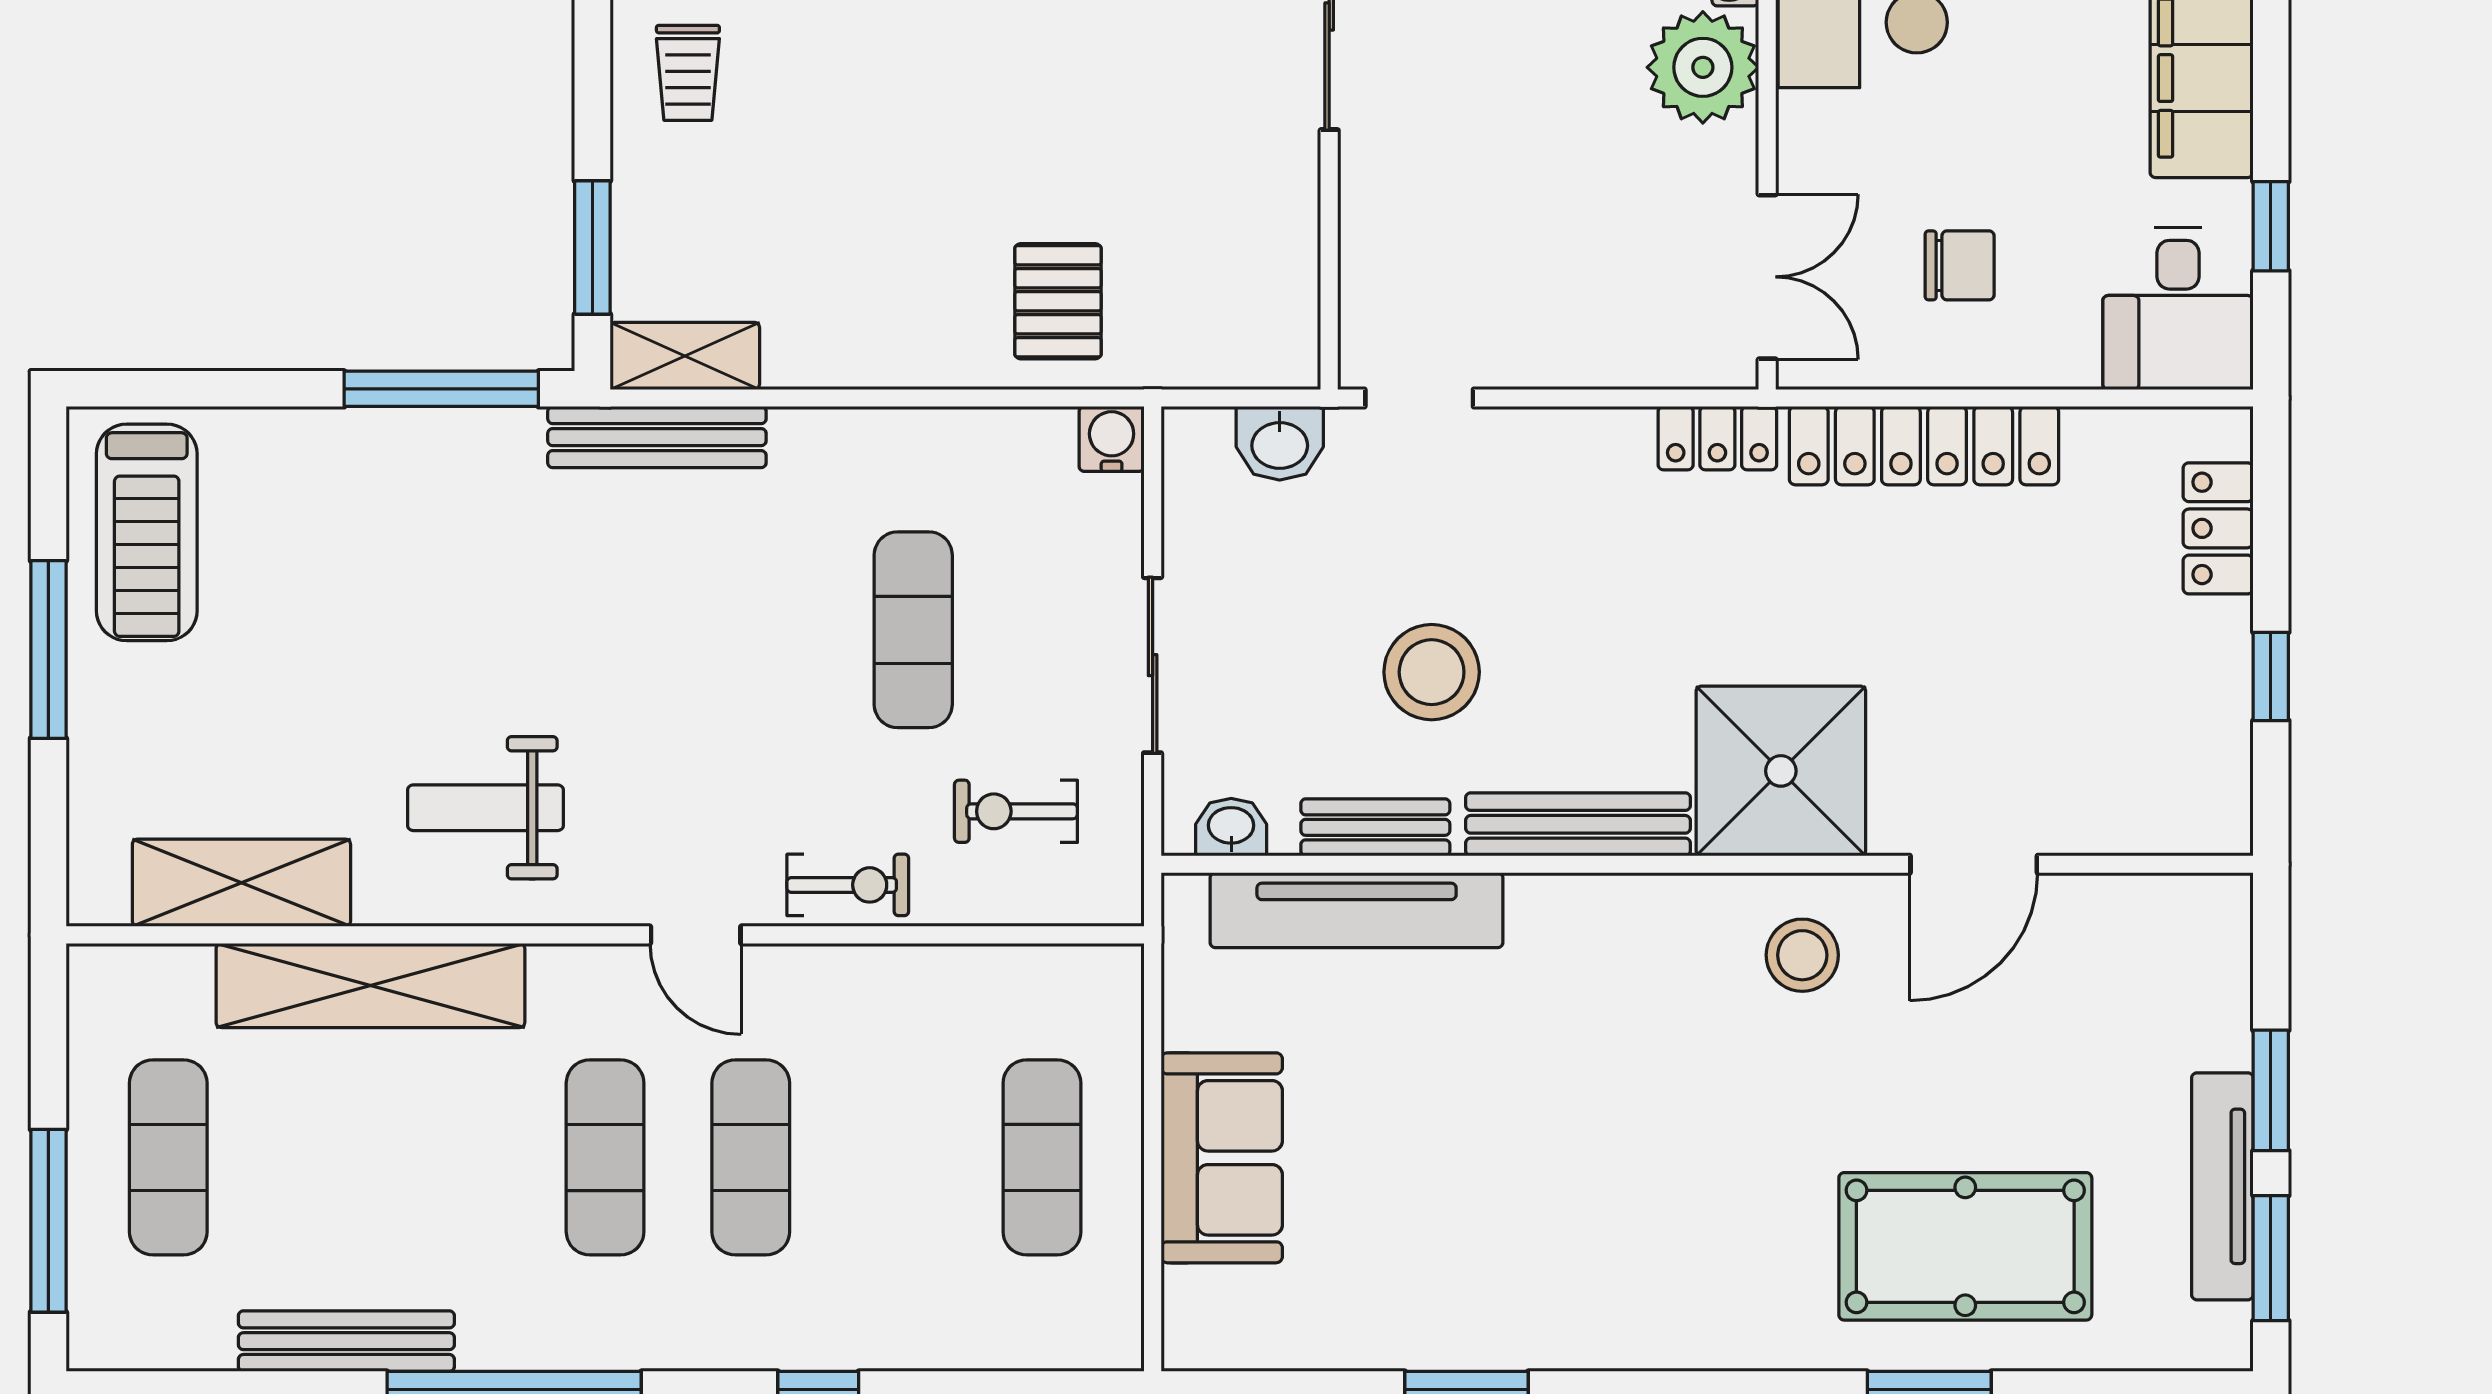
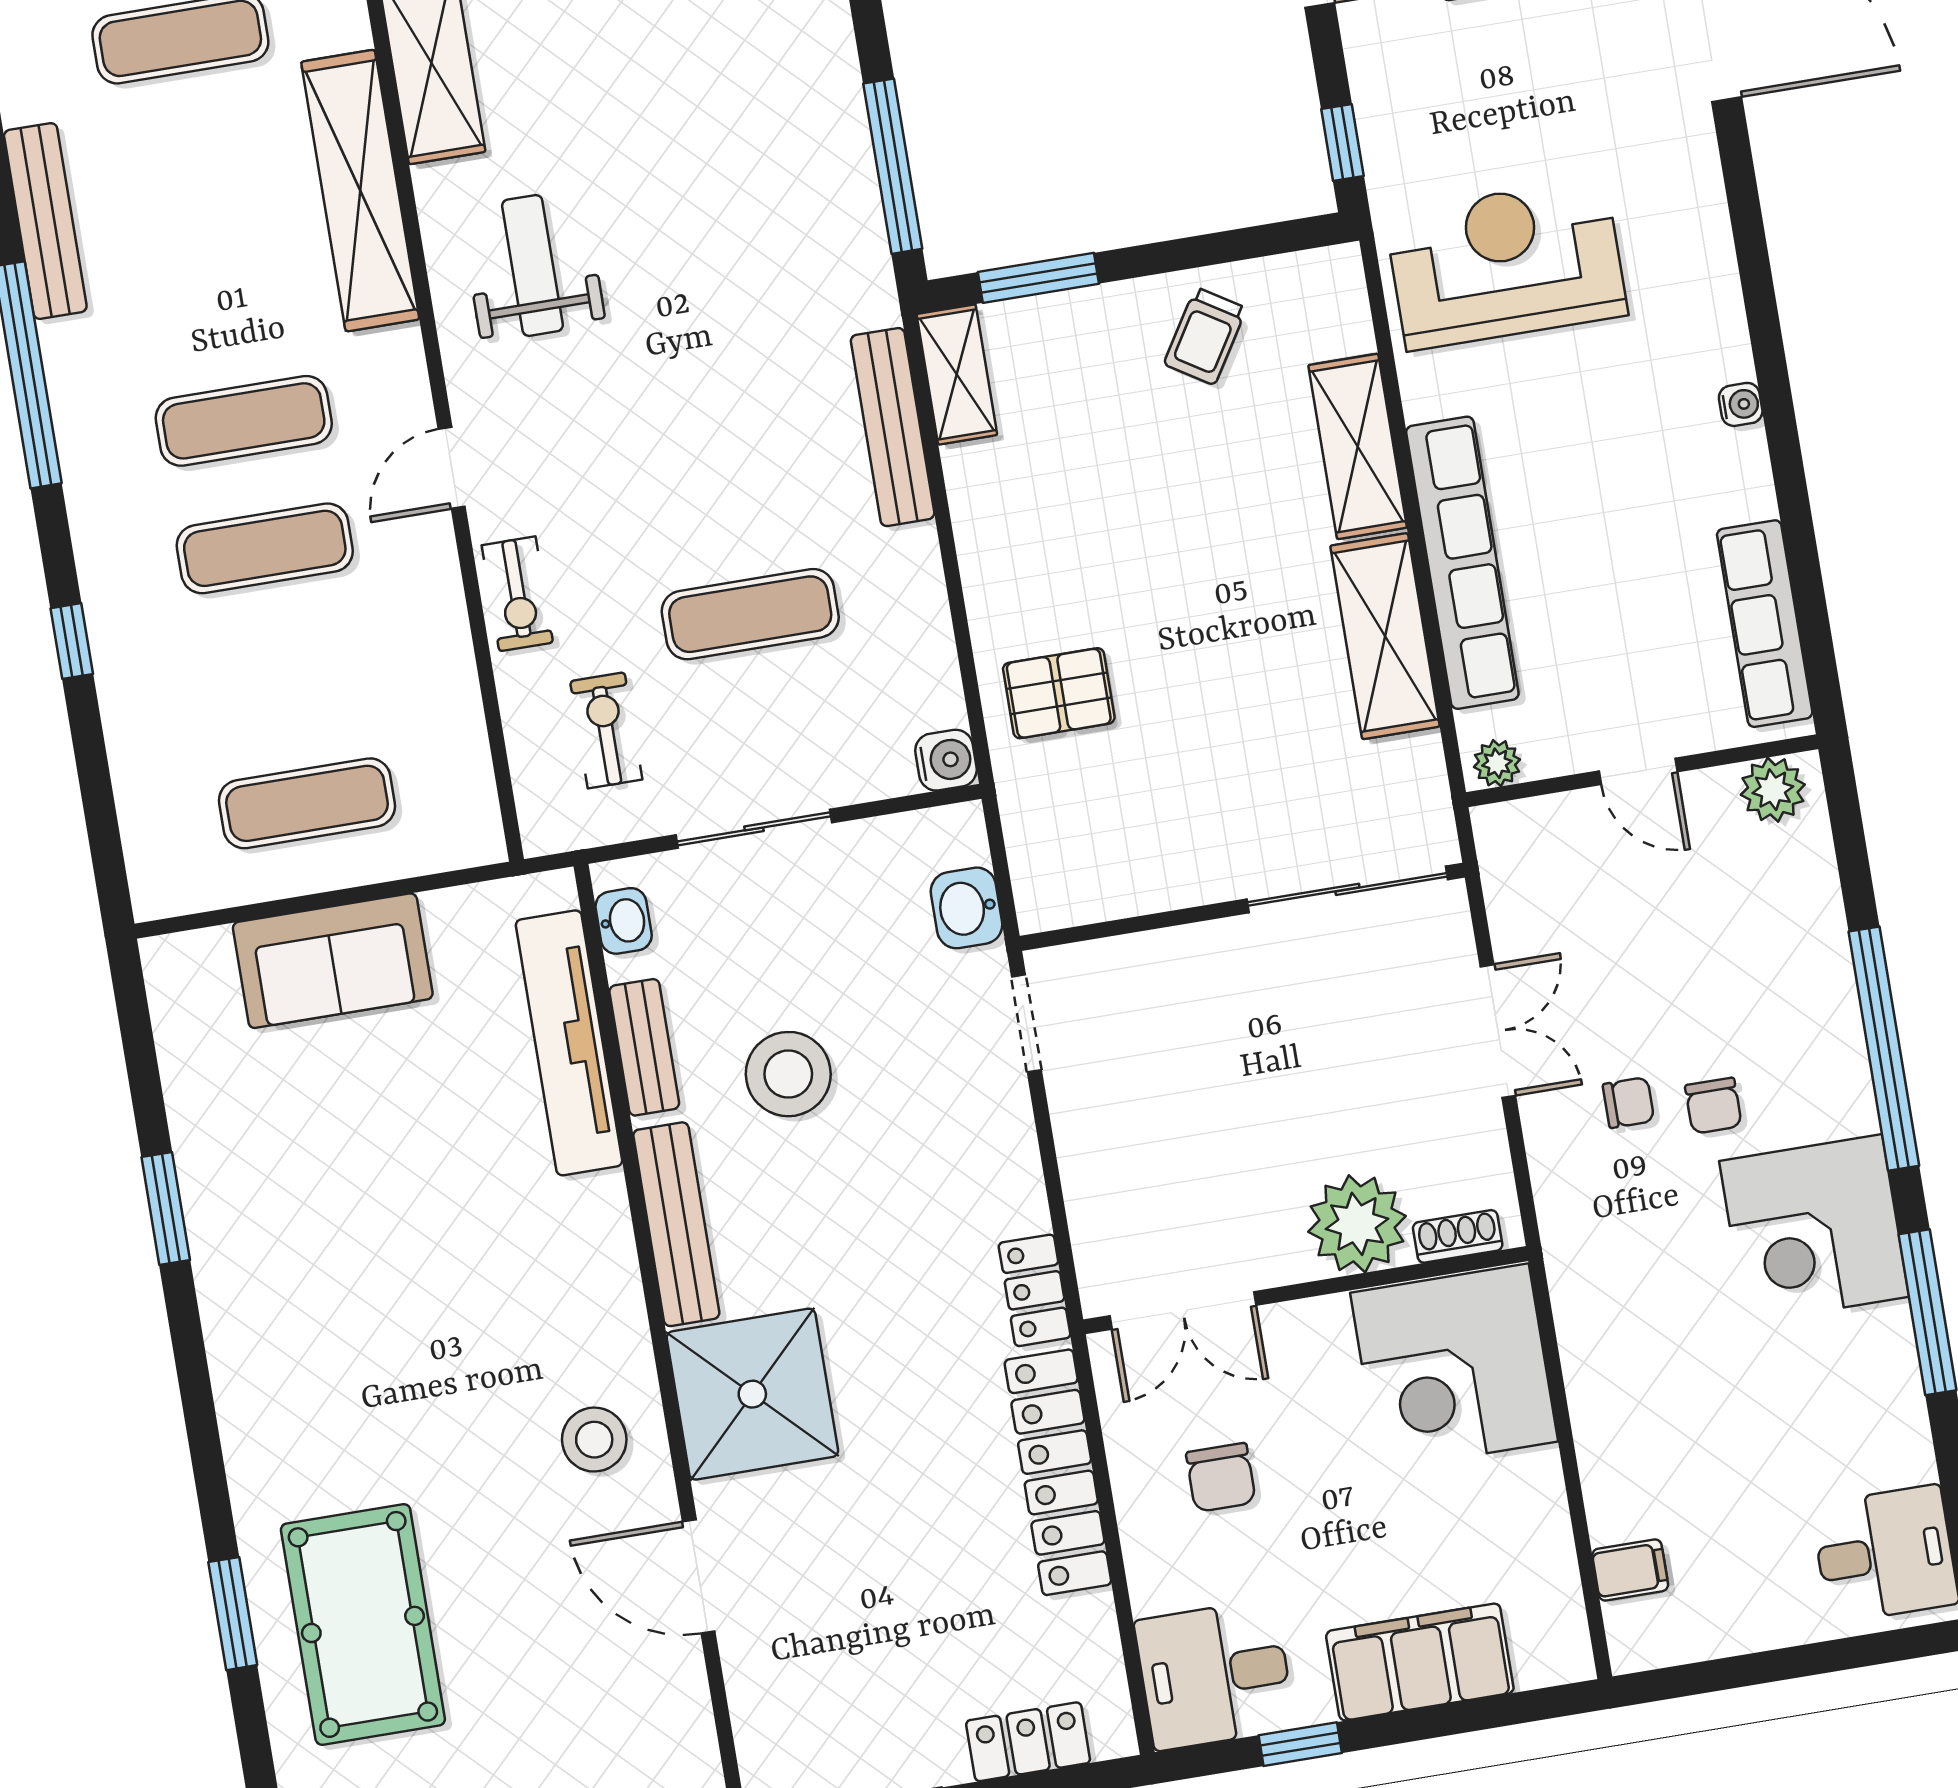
trolley: (688, 73) -> (1205, 336), turned -58
bench: (657, 437) -> (893, 427), moved

